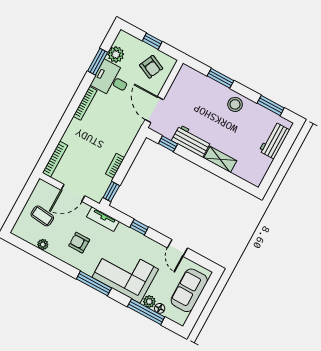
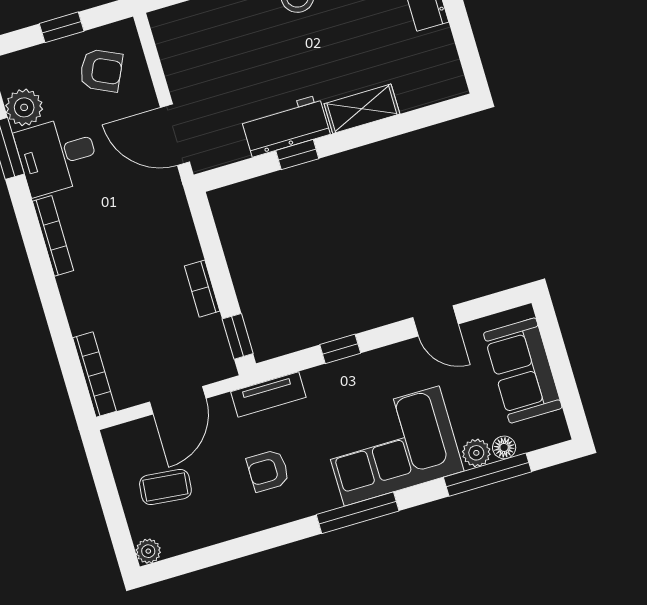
window: (168, 144) -> (297, 155), moved
plant: (43, 244) -> (148, 551), moved

